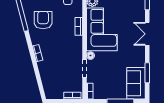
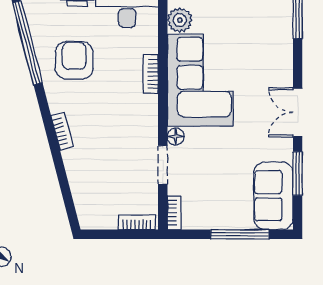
double door: (147, 34) -> (298, 112), moved

